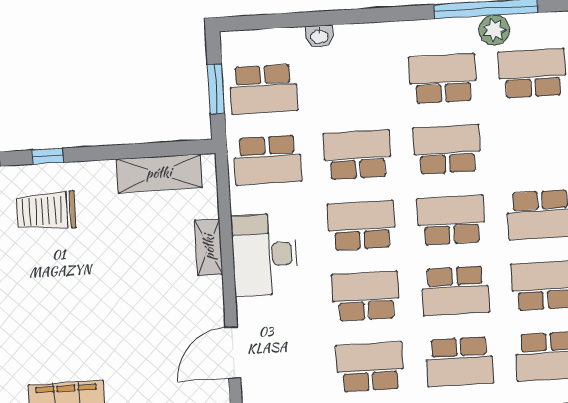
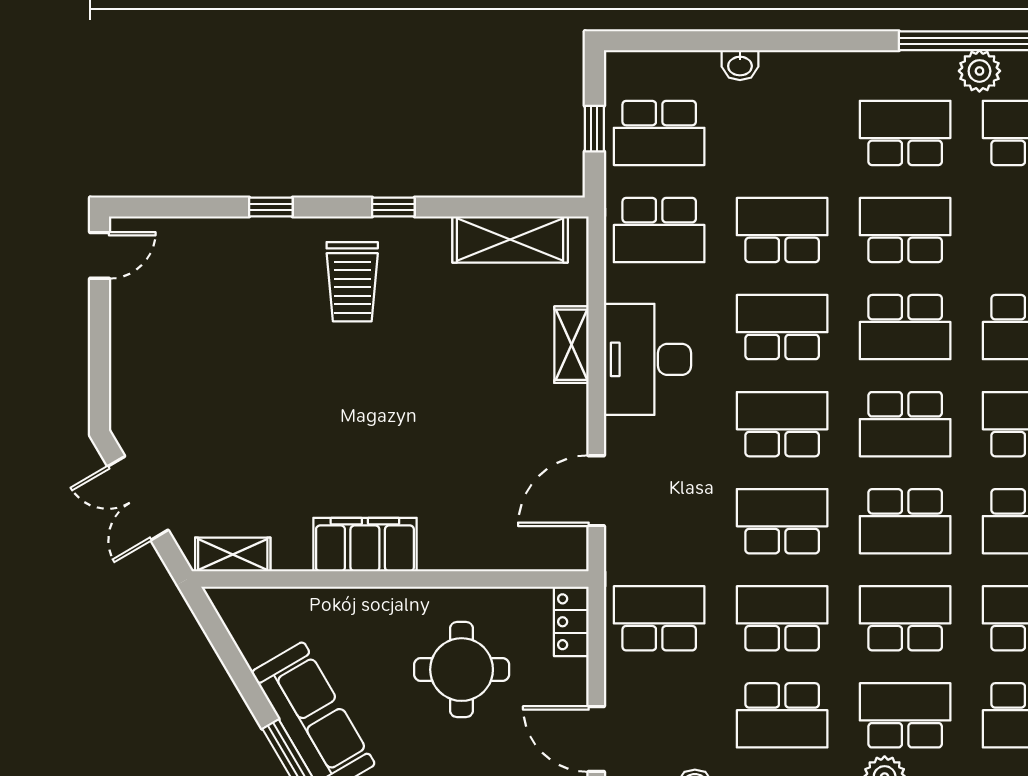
window: (216, 89) -> (594, 129), width x0.67
window: (48, 156) -> (393, 207), moved
trolley: (46, 211) -> (352, 282), turned -90
school desk: (451, 220) -> (905, 327), turned 180

